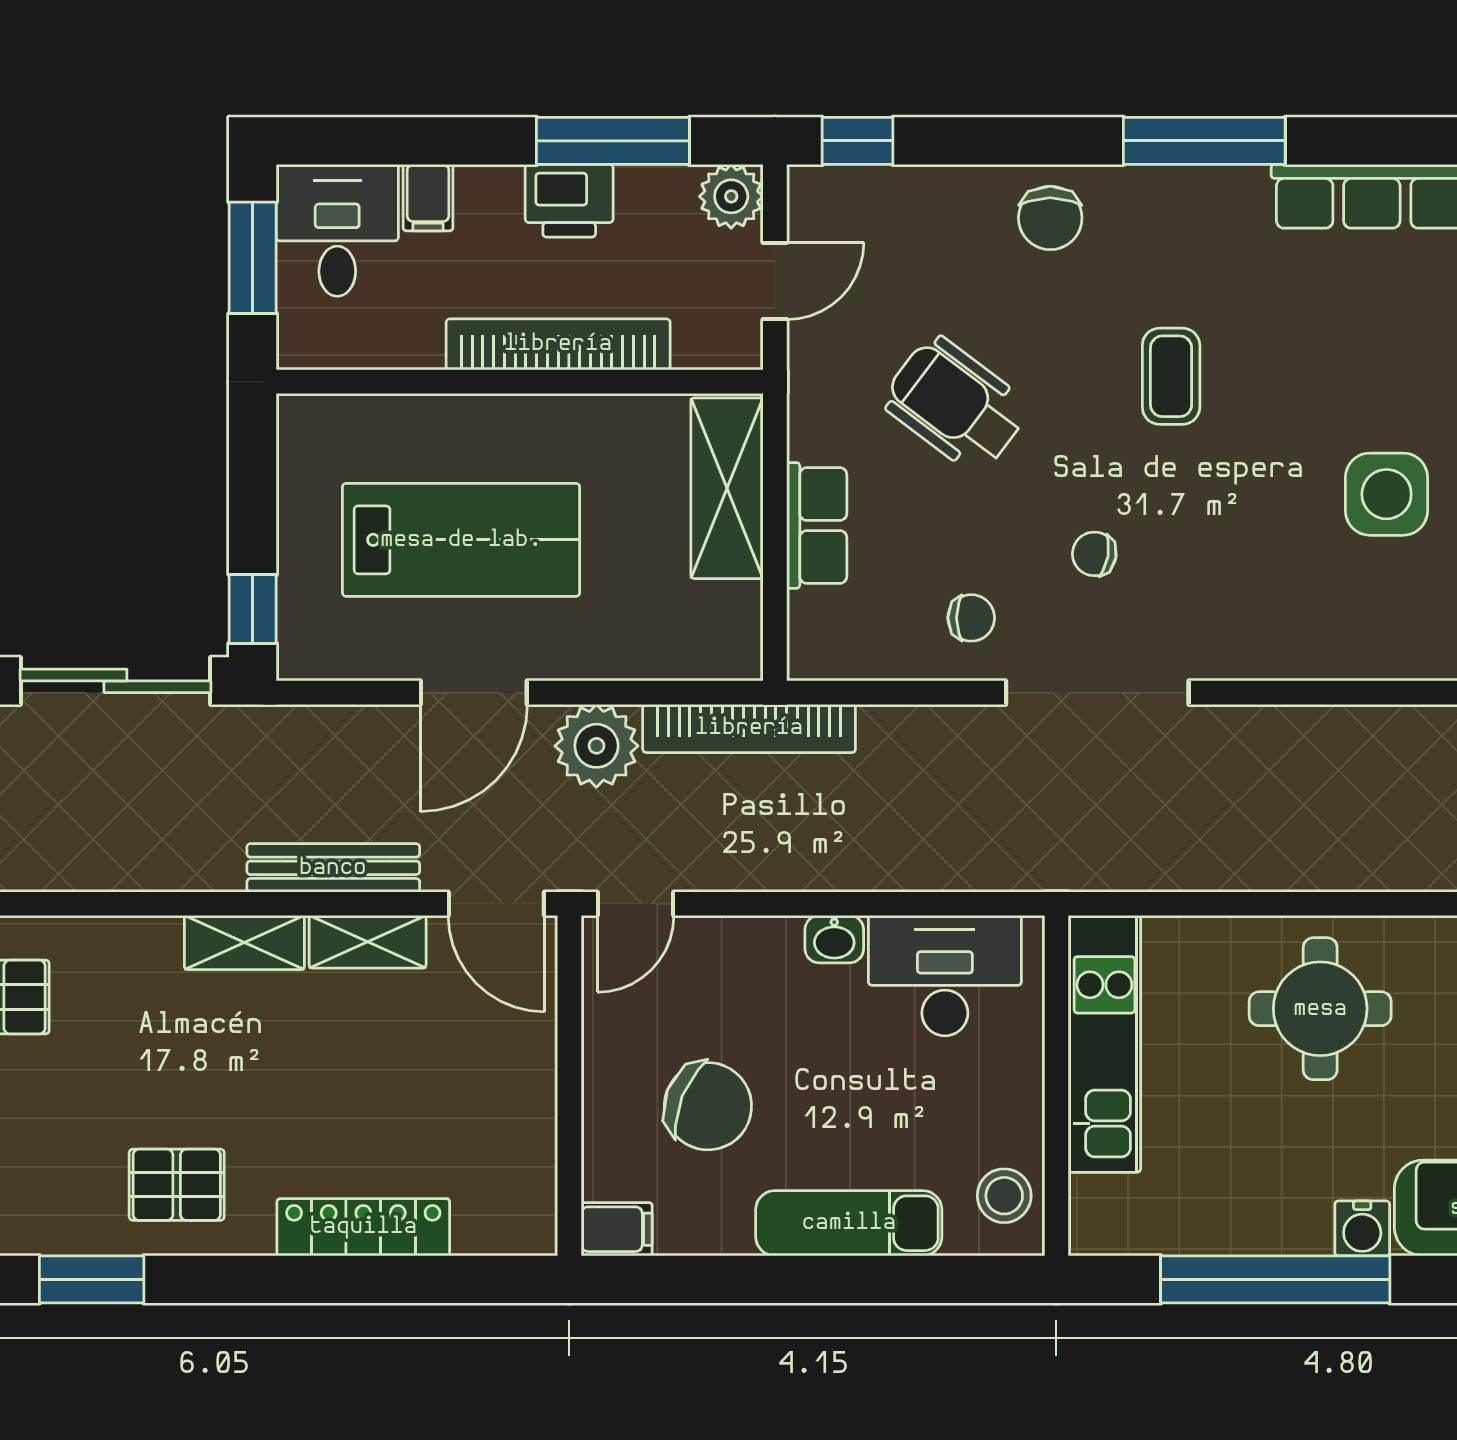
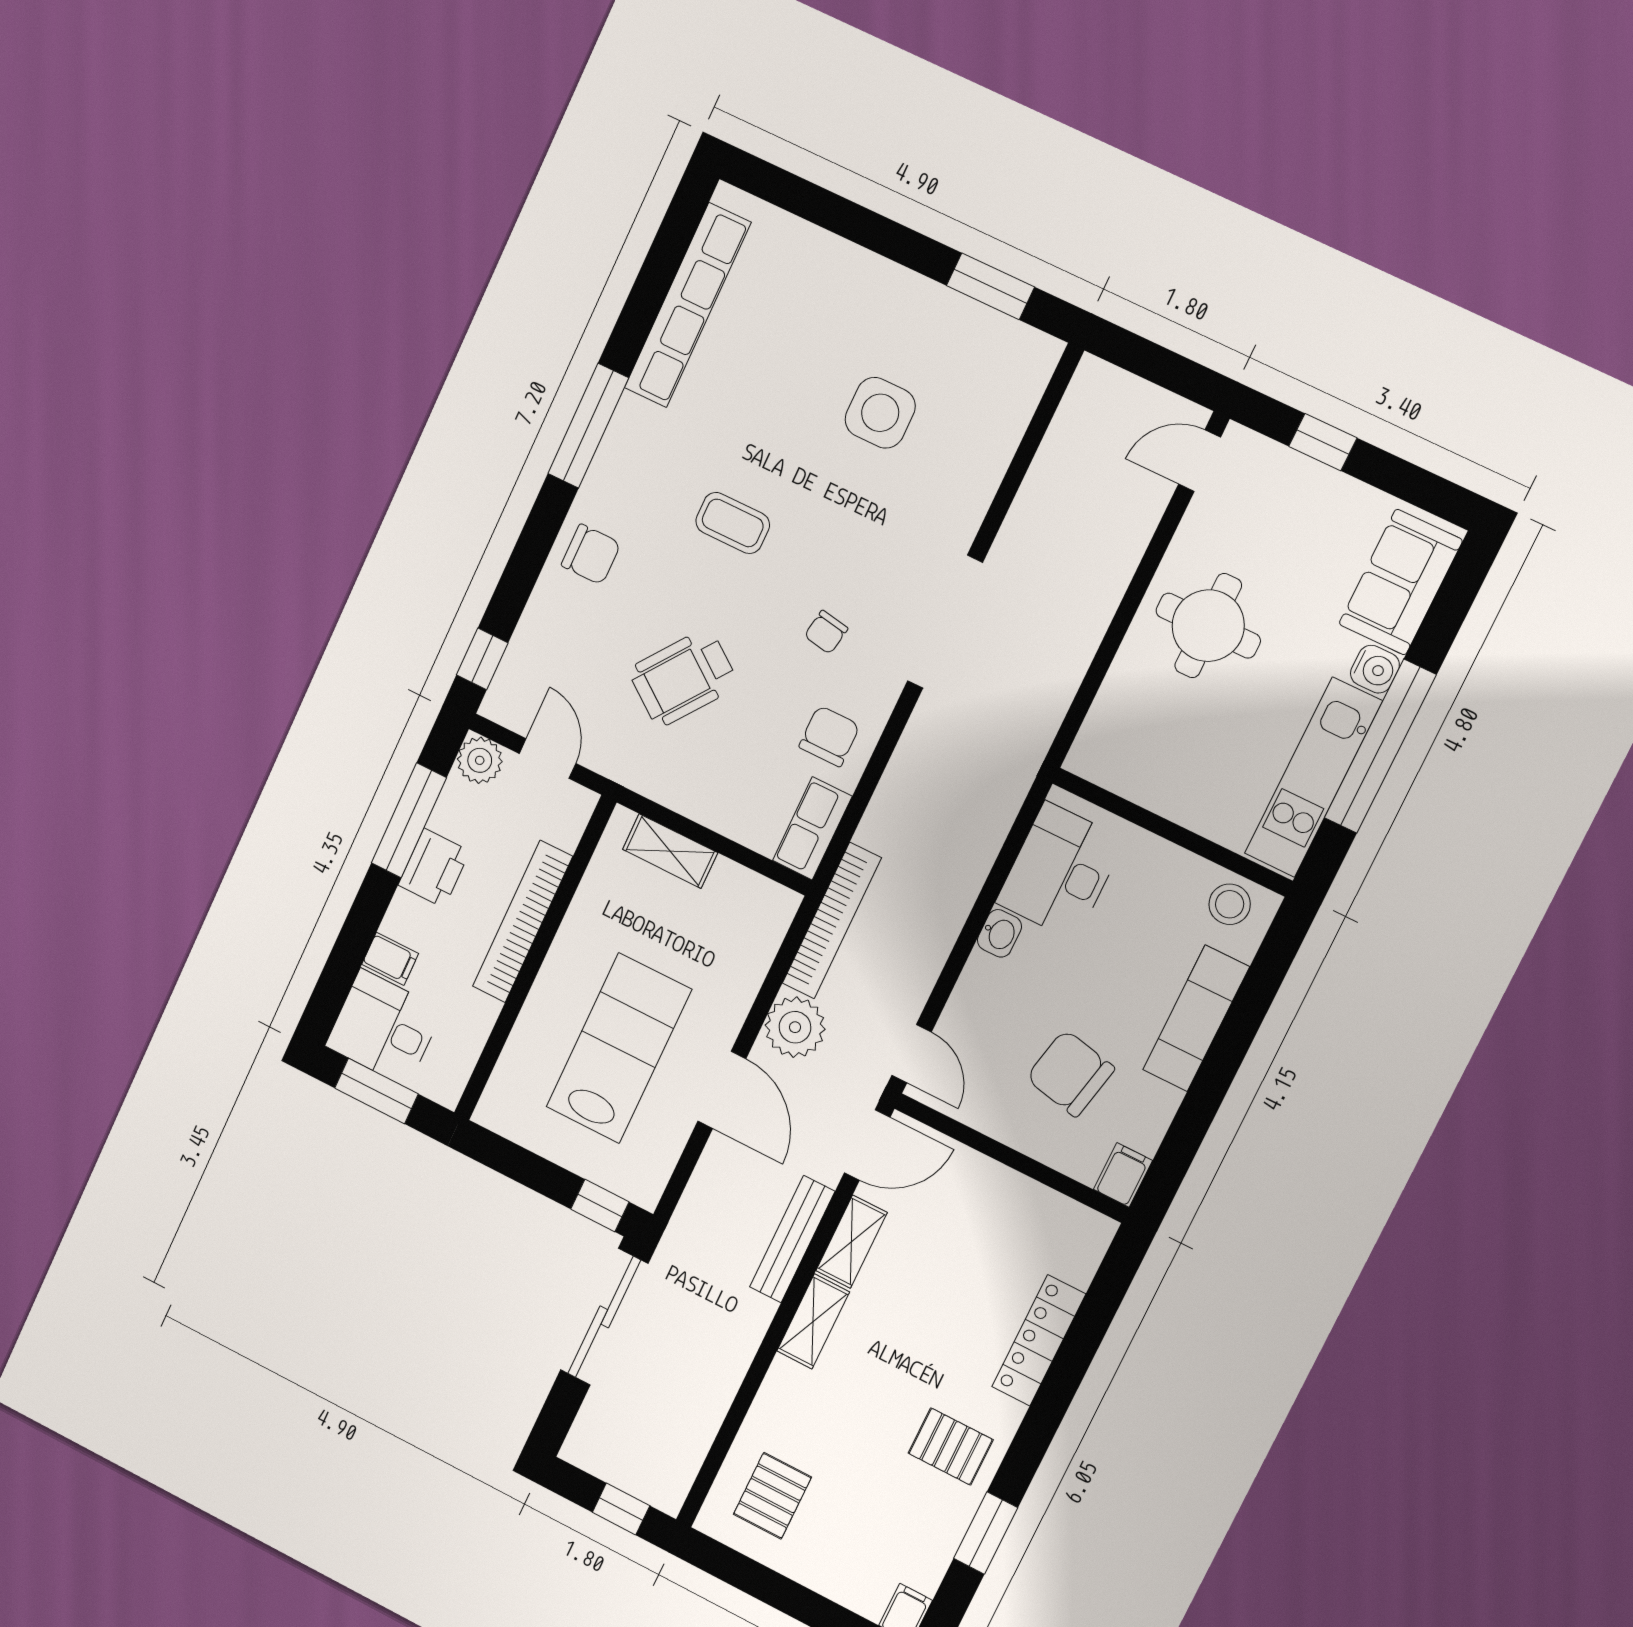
shelving: (727, 488) -> (670, 851), width x0.67, depth x0.75
row of seats: (817, 525) -> (812, 828), moved, turned -90
chair: (971, 618) -> (829, 736), width x1.37, depth x1.37
doorway: (1097, 693) -> (945, 622), moved
kitchen unit: (1104, 1044) -> (1313, 777), moved, turned -90
chair: (708, 1106) -> (1070, 1073), turned -100
pallet: (177, 1185) -> (951, 1447), turned 90

